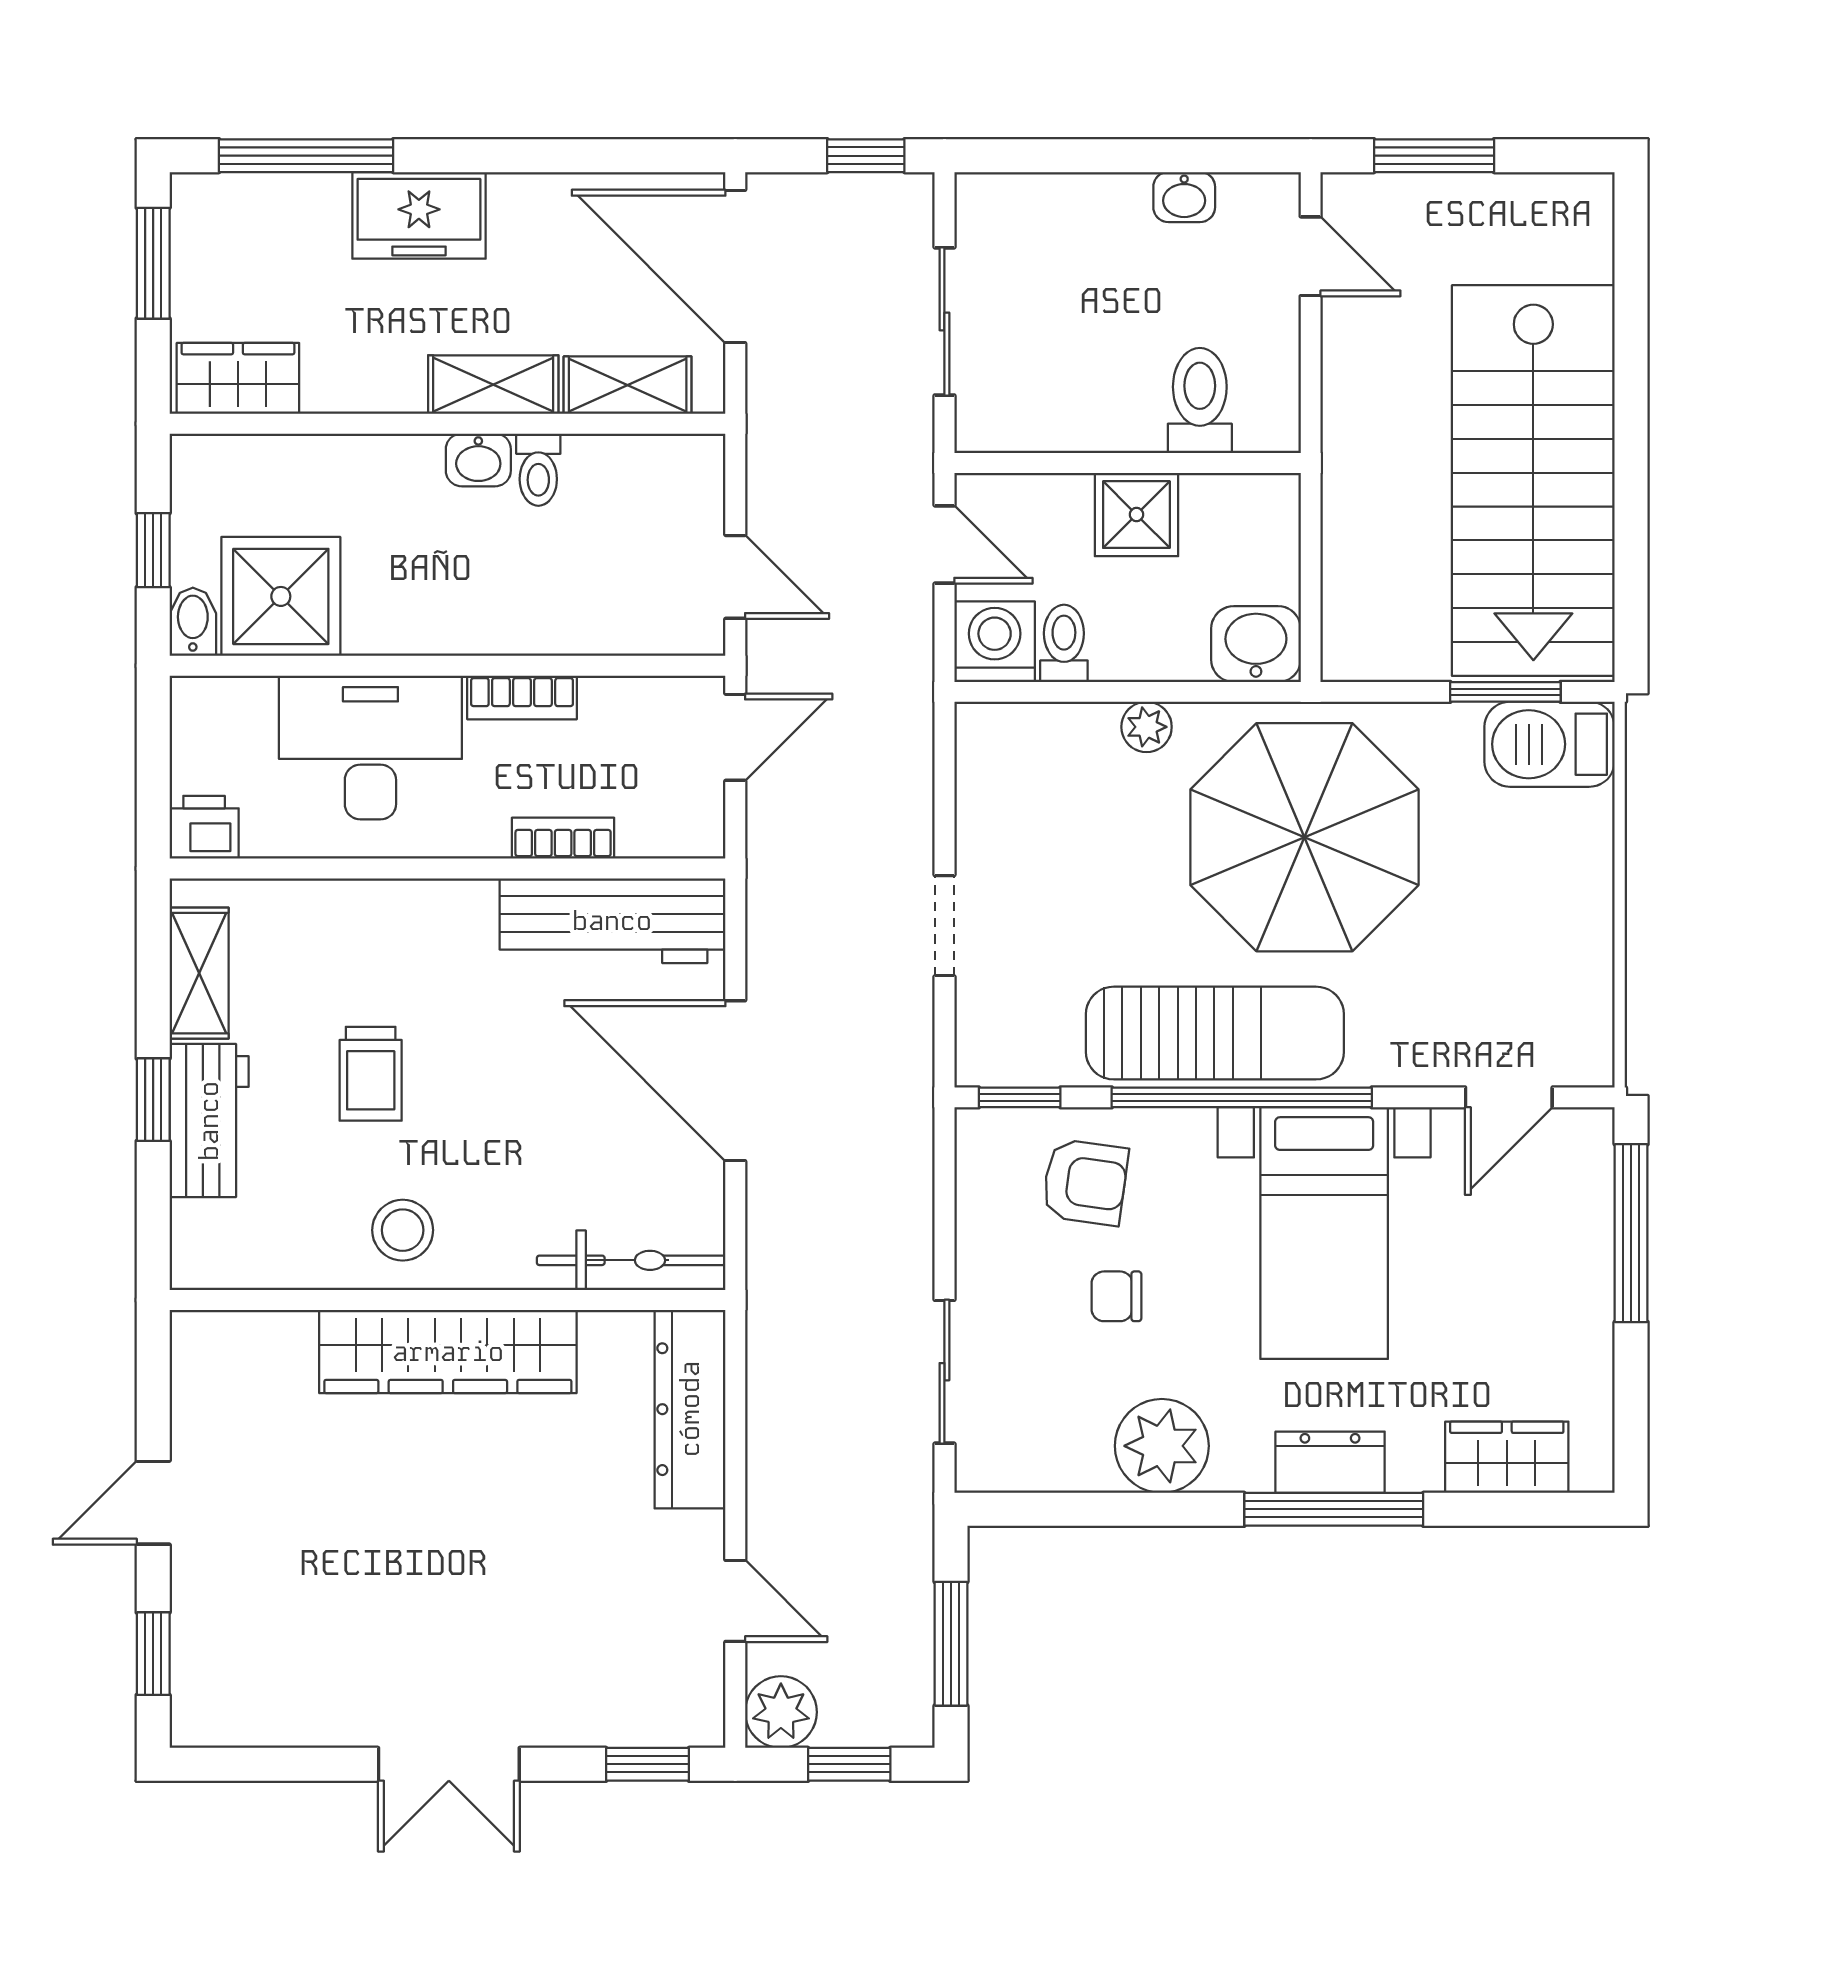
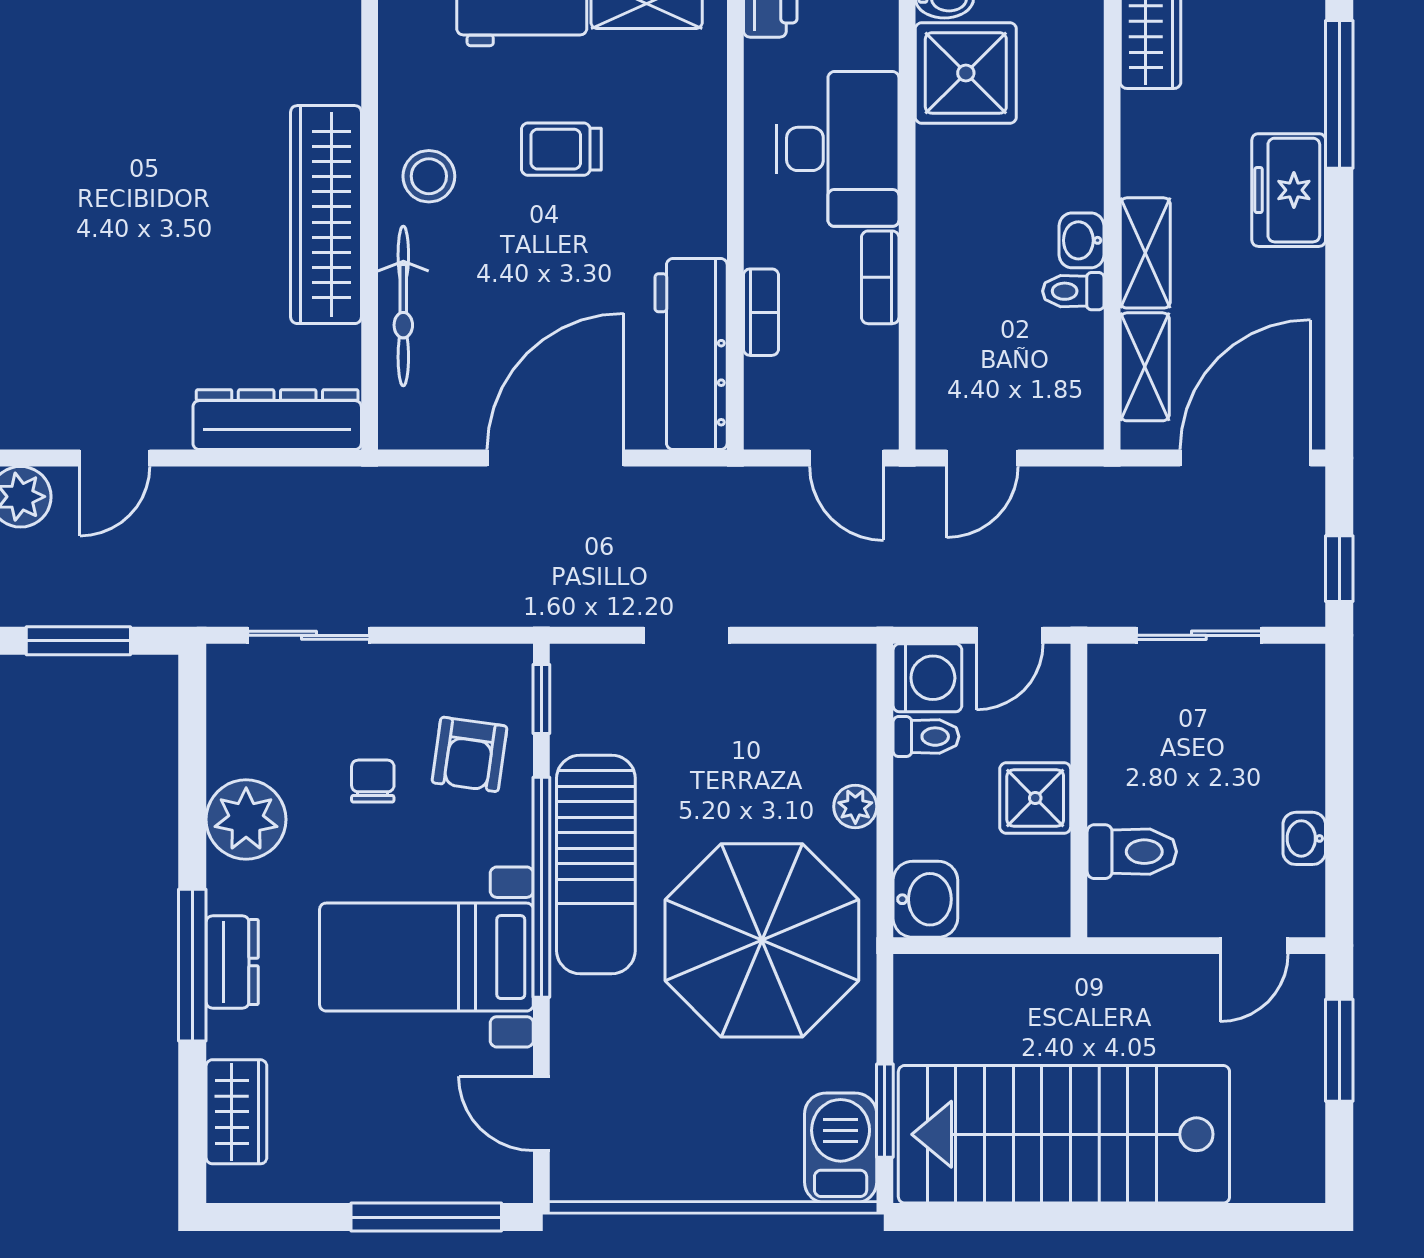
bicycle: (631, 1260) -> (403, 306), moved

